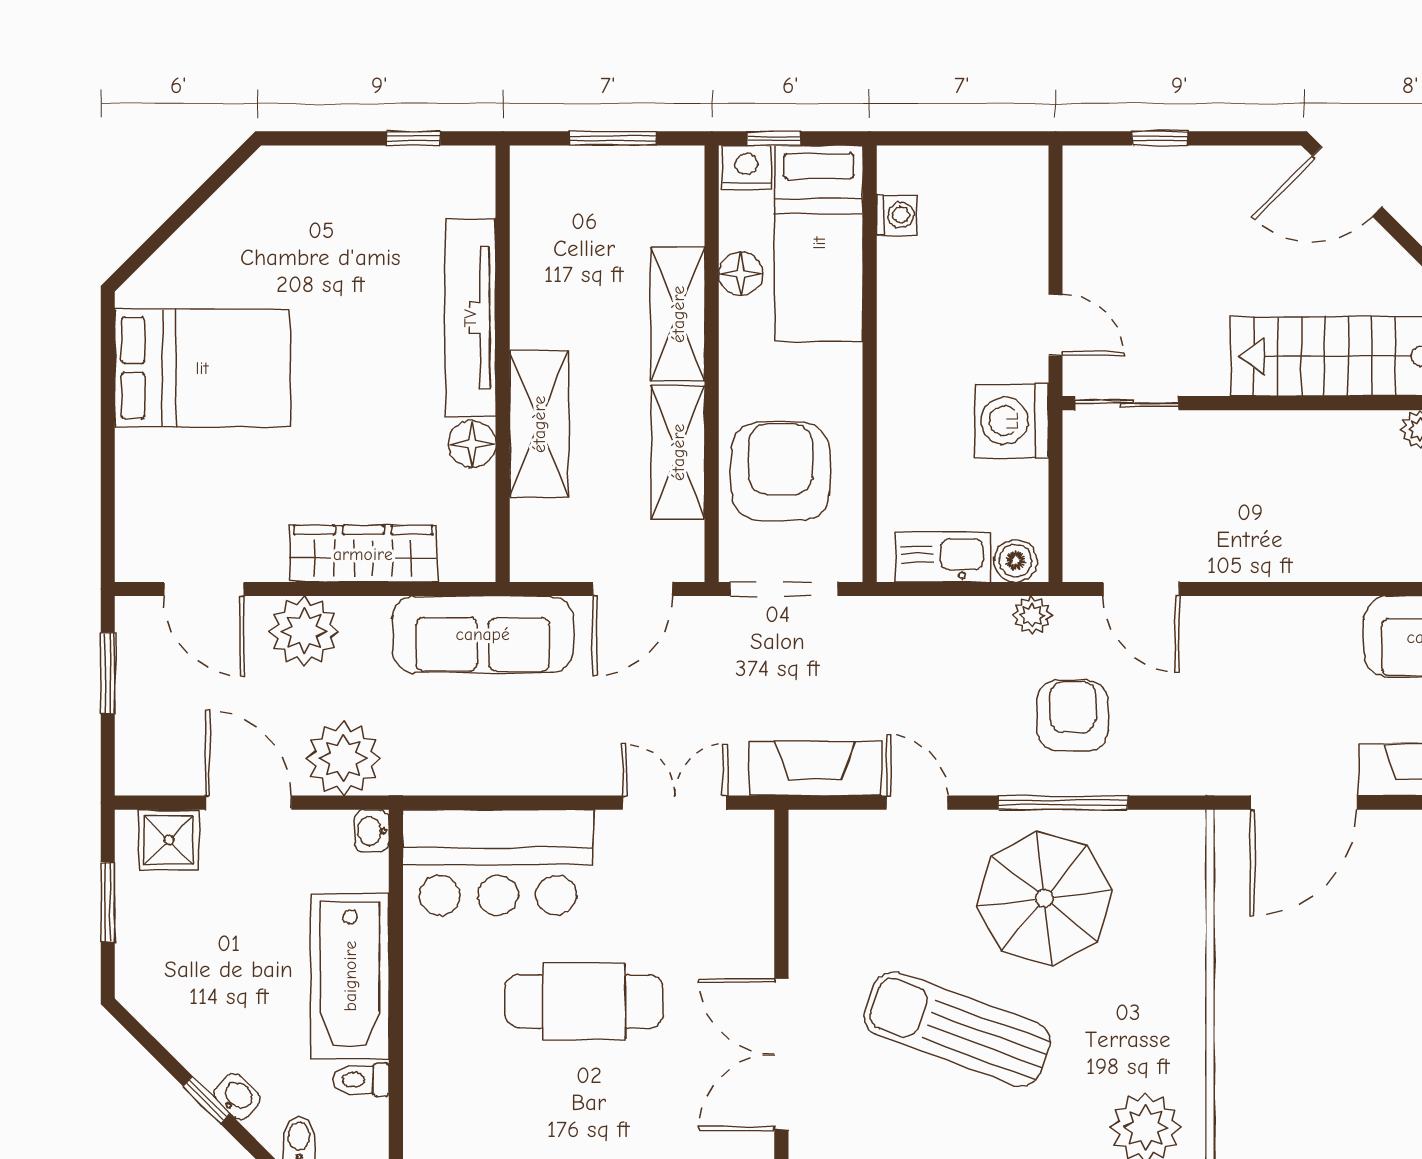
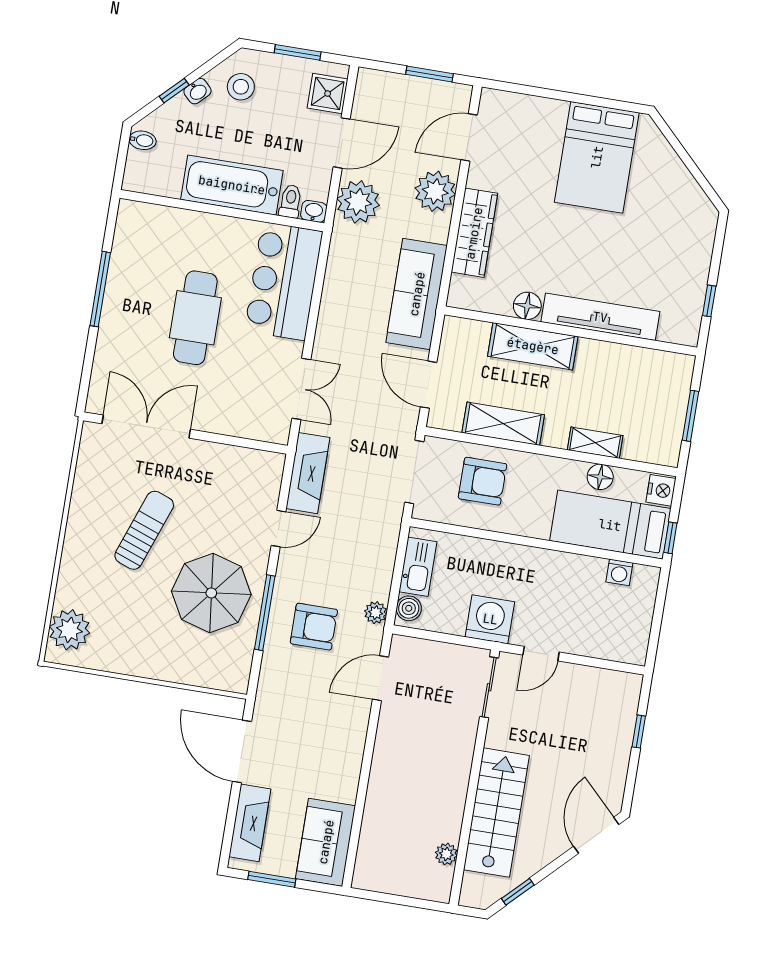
window: (774, 138) -> (670, 538), moved
shelving: (678, 314) -> (595, 443), width x0.67, depth x0.75
armchair: (781, 471) -> (482, 481), width x0.73, depth x0.73
stool: (181, 988) -> (241, 87), added
sun lounger: (957, 1029) -> (144, 530), width x0.73, depth x0.75
toilet: (361, 1080) -> (290, 201), moved
washbasin: (237, 1097) -> (197, 91), moved

